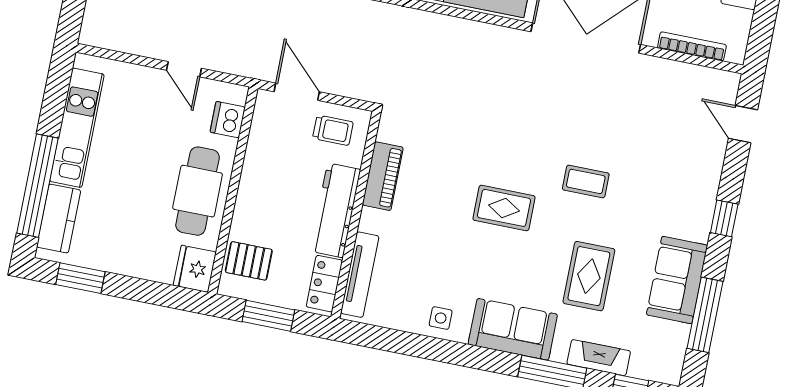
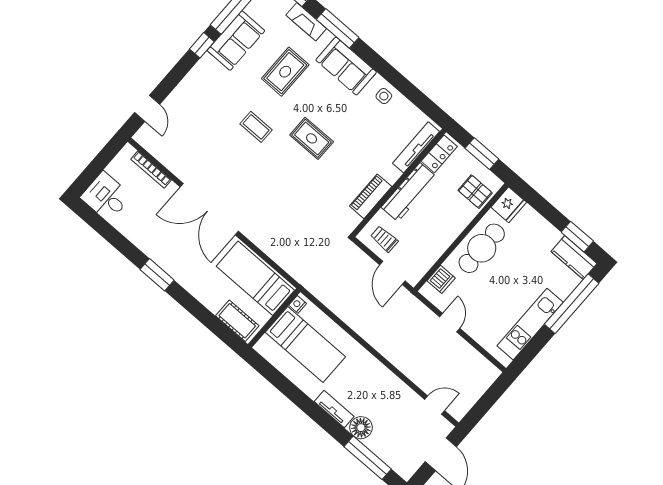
window: (724, 218) -> (202, 45), moved
kitchen counter: (59, 219) -> (574, 257), moved, turned -90

